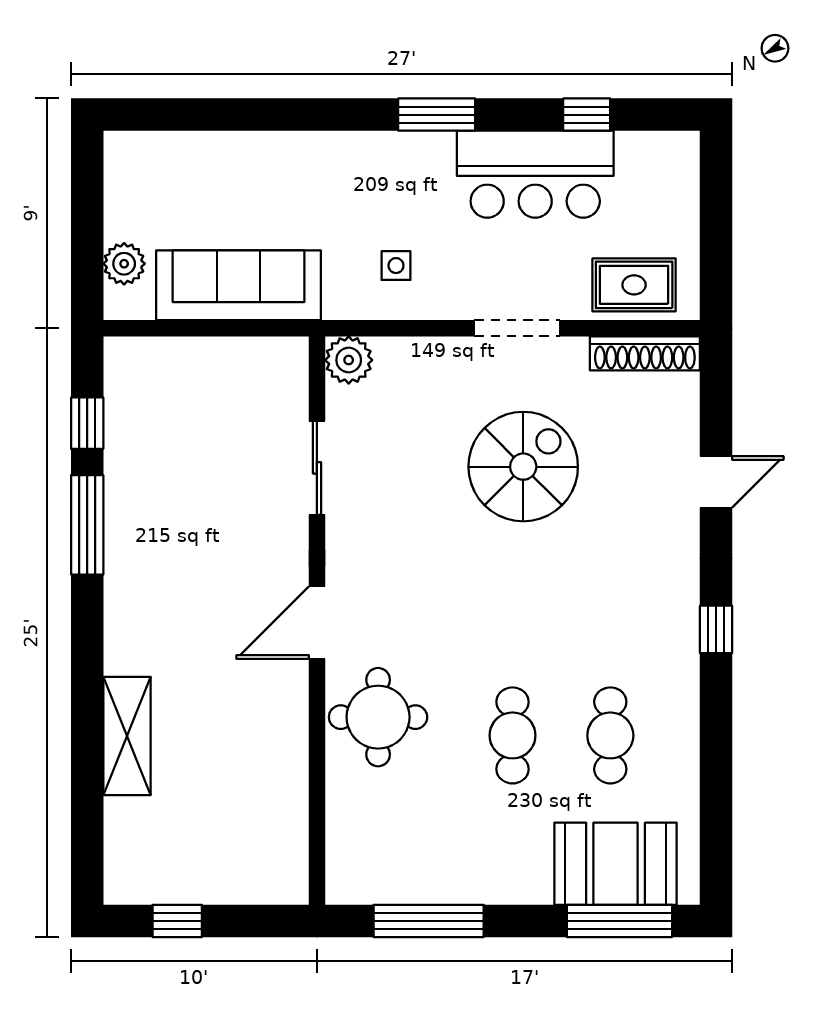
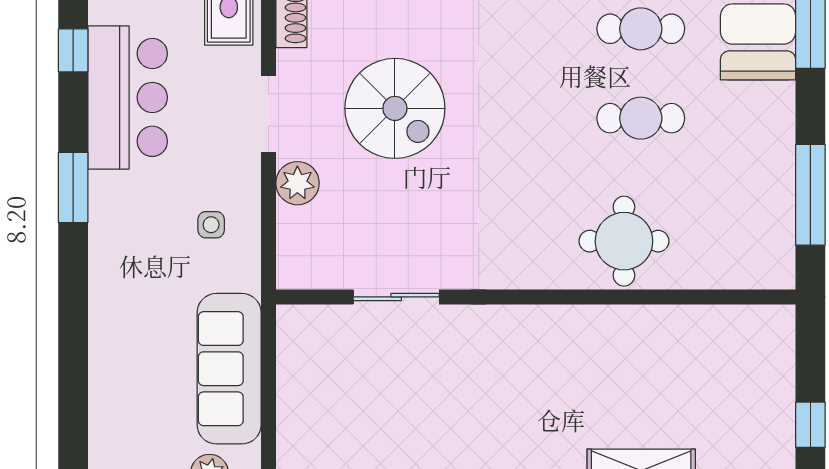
plant: (349, 360) -> (297, 183), moved
spiral stairs: (523, 467) -> (395, 108), turned 180
door: (317, 623) -> (538, 297), removed

